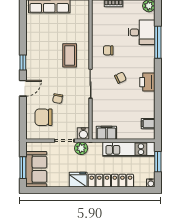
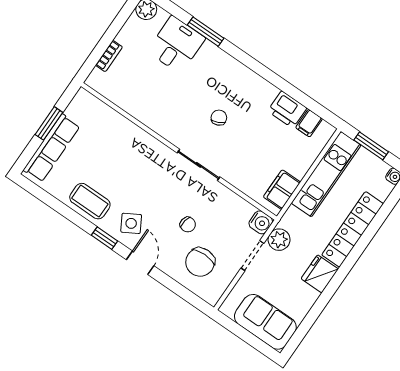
window: (158, 42) -> (206, 32), width x0.69
chair: (108, 50) -> (169, 108), removed
coffee table: (70, 55) -> (90, 201), moved
side table: (39, 71) -> (131, 223), added
printer: (147, 82) -> (287, 110), moved
window: (23, 168) -> (250, 339), removed

